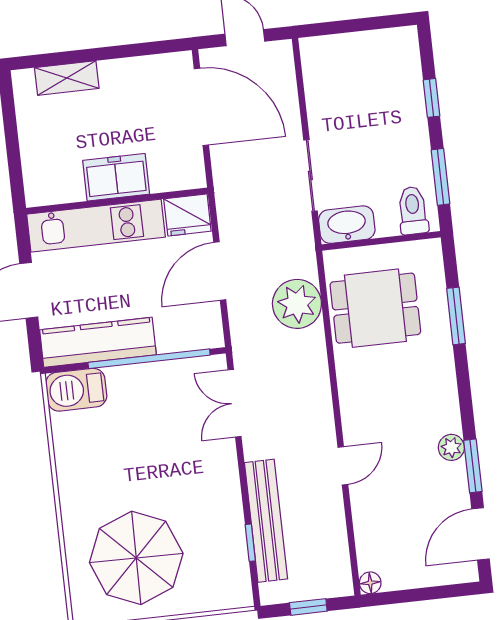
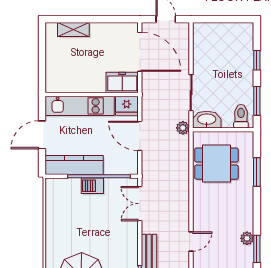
freezer: (116, 177) -> (122, 83), moved
door: (220, 271) -> (140, 136), hinge flipped
plant: (297, 304) -> (183, 128), moved, width x0.53, depth x0.53
barbecue: (76, 390) -> (92, 186), moved, width x0.73, depth x0.79

